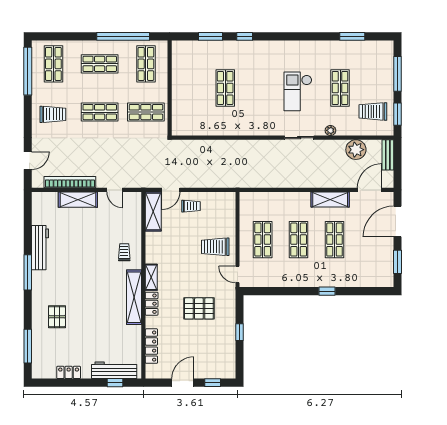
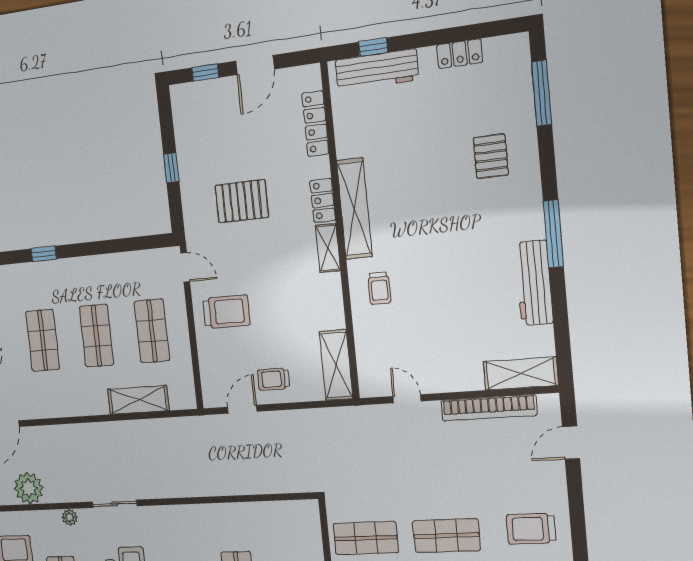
door: (171, 190) -> (242, 409), moved
shelving: (330, 199) -> (138, 400), moved
shelving: (78, 200) -> (521, 373), moved

